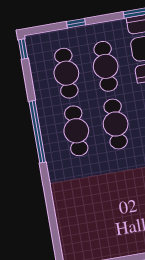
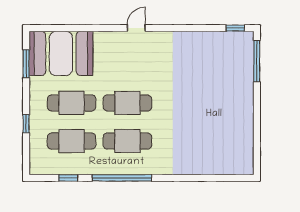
window: (23, 49) -> (68, 178), moved

